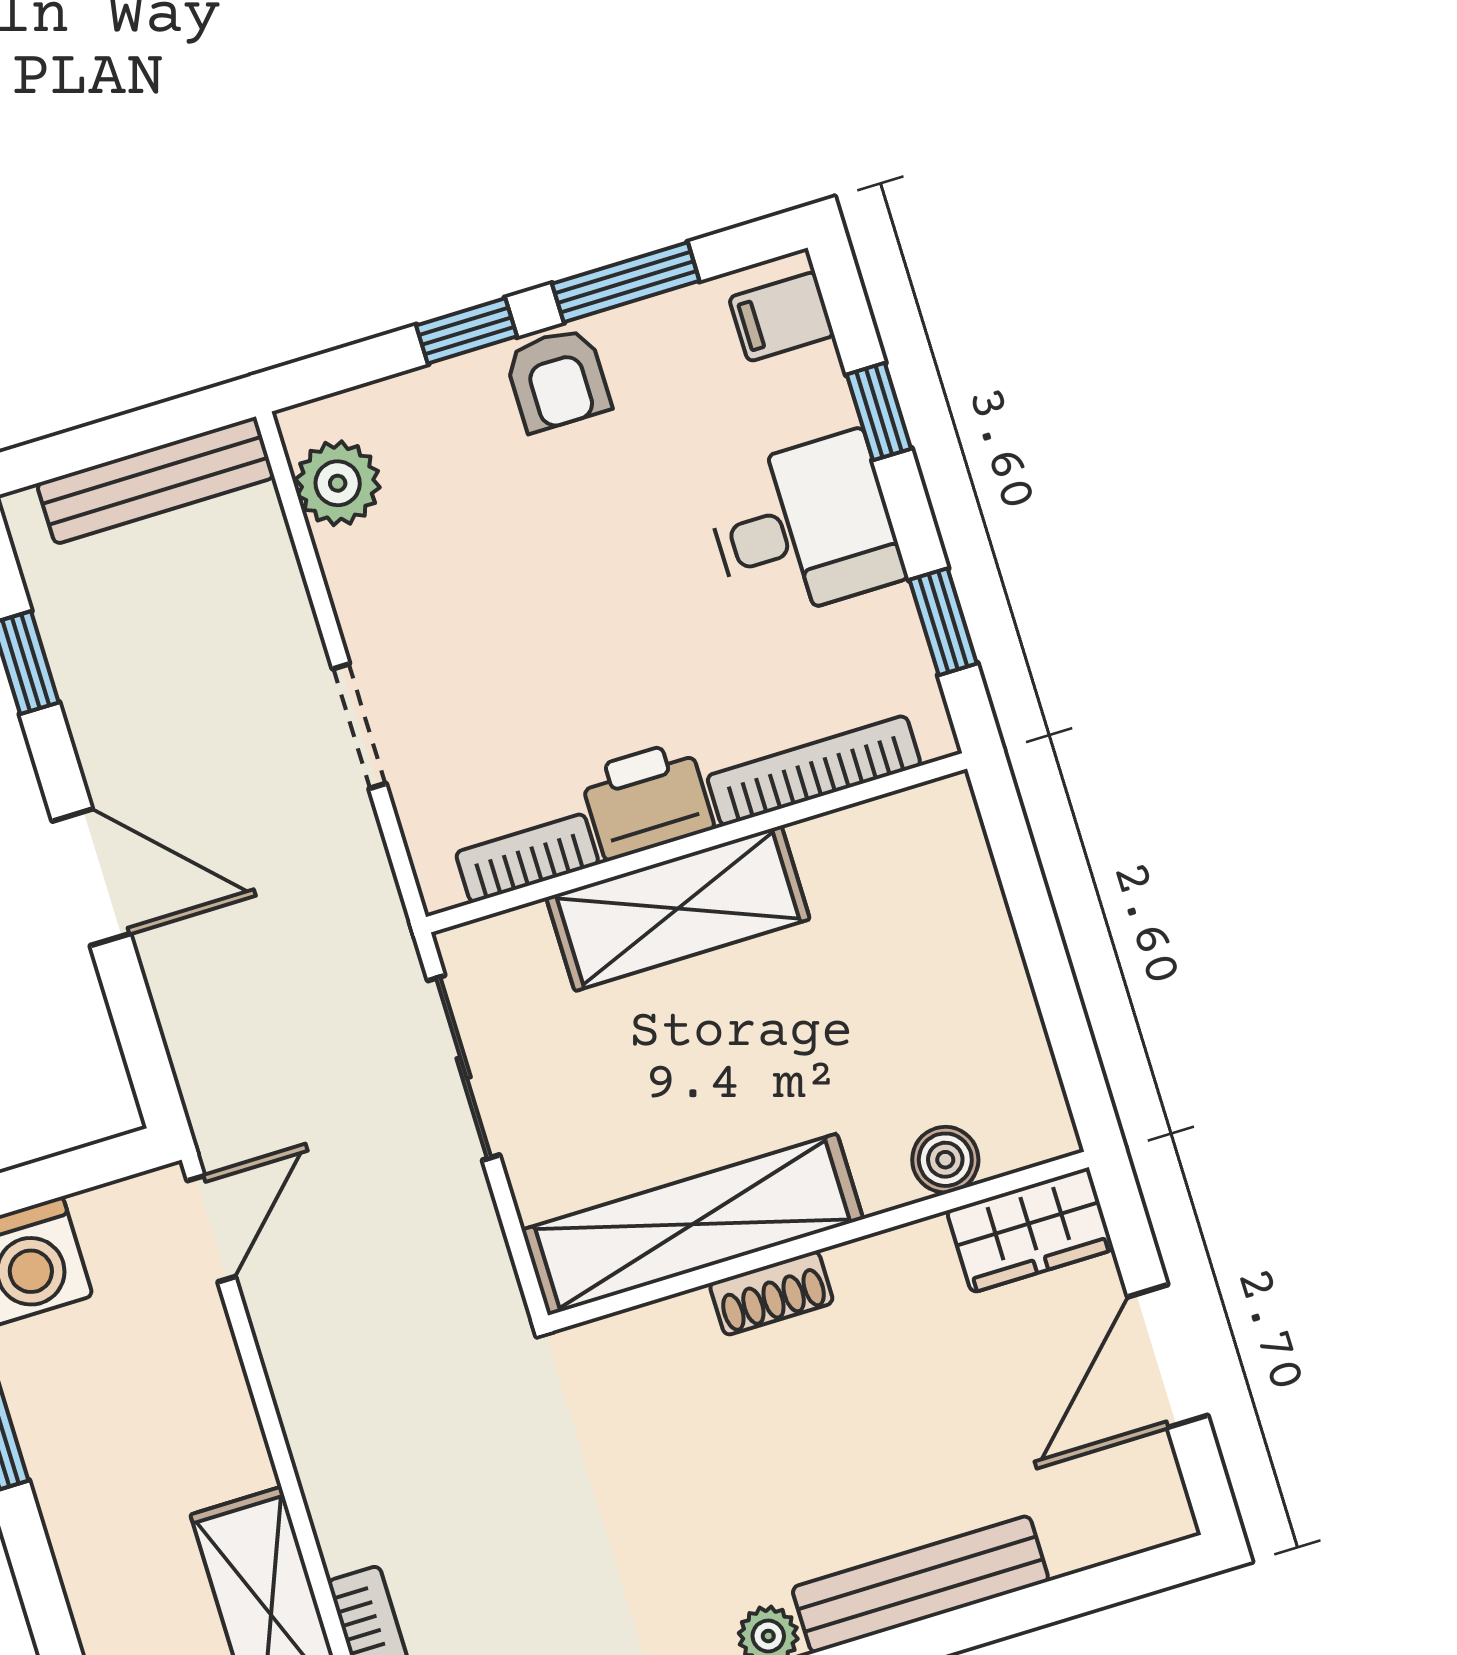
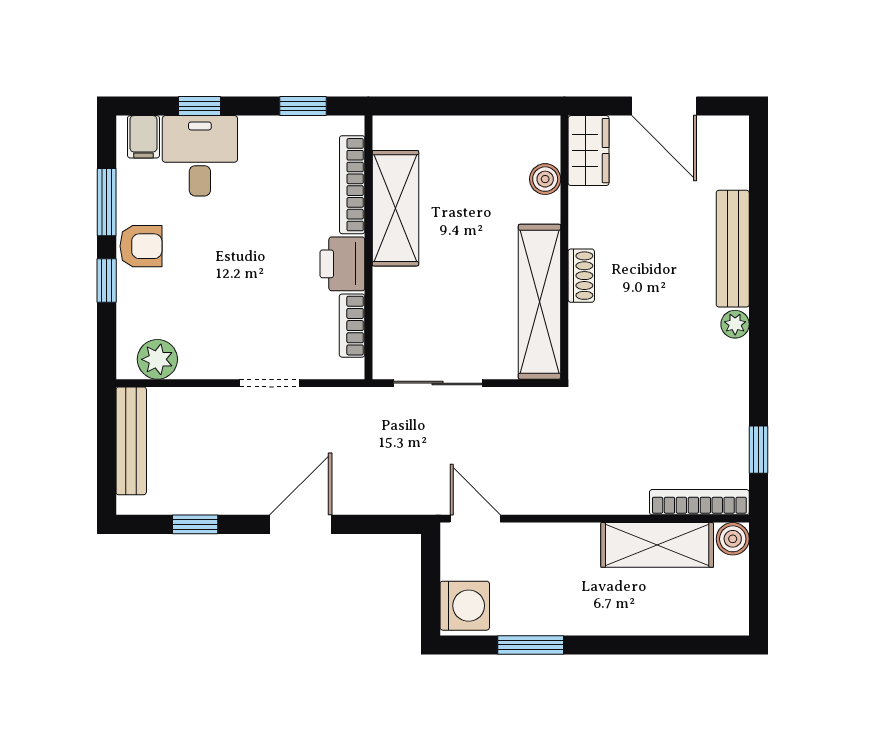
desk: (804, 527) -> (200, 156), moved
shelving: (678, 908) -> (395, 208), moved

